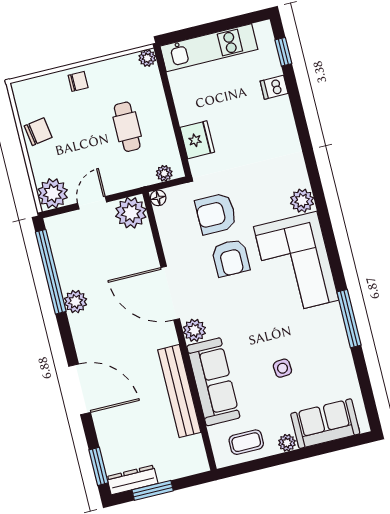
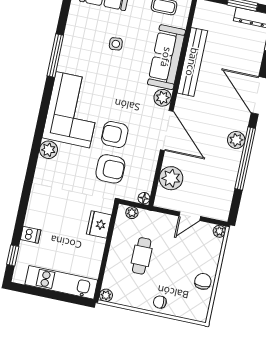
chair: (38, 132) -> (203, 281), turned 99
plant: (53, 193) -> (219, 231), width x0.53, depth x0.53
plant: (131, 213) -> (171, 178), moved
armchair: (231, 258) -> (115, 134), turned -90
window: (51, 272) -> (245, 158), moved
plant: (75, 302) -> (236, 140), moved

